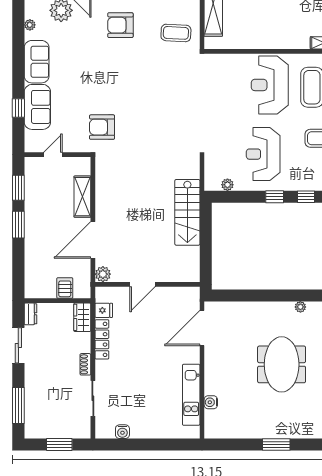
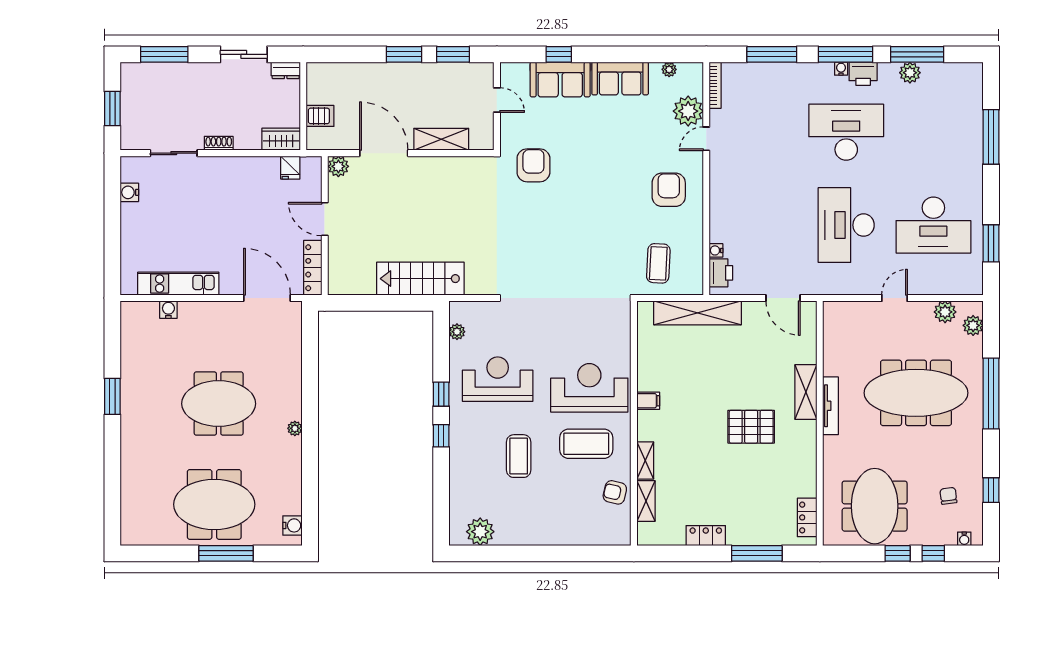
filing cabinet: (279, 41) -> (648, 401), added
locker: (102, 339) -> (313, 268), moved, turned 90

